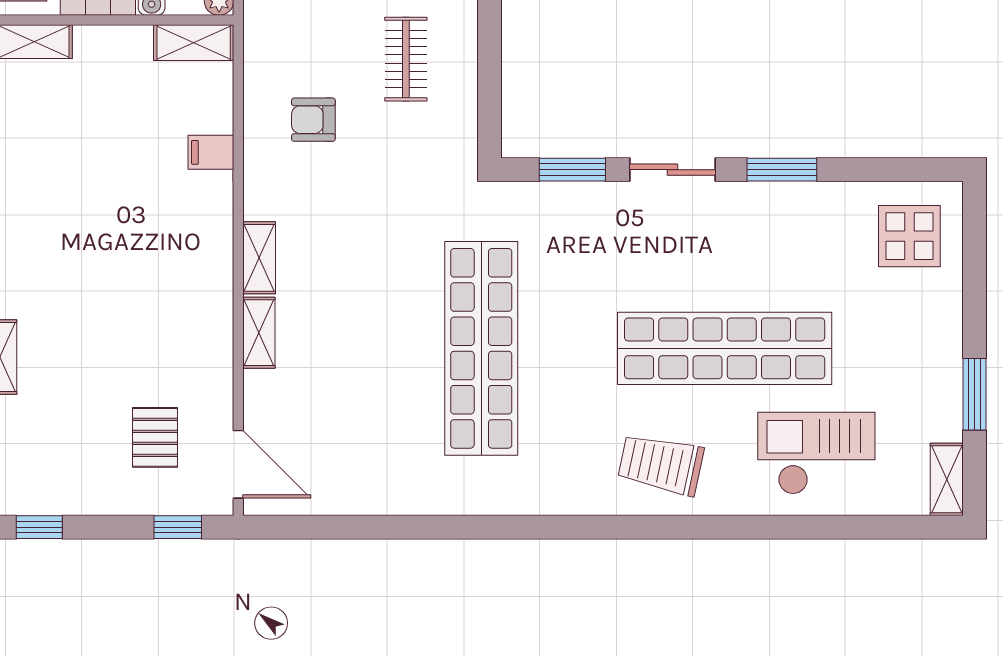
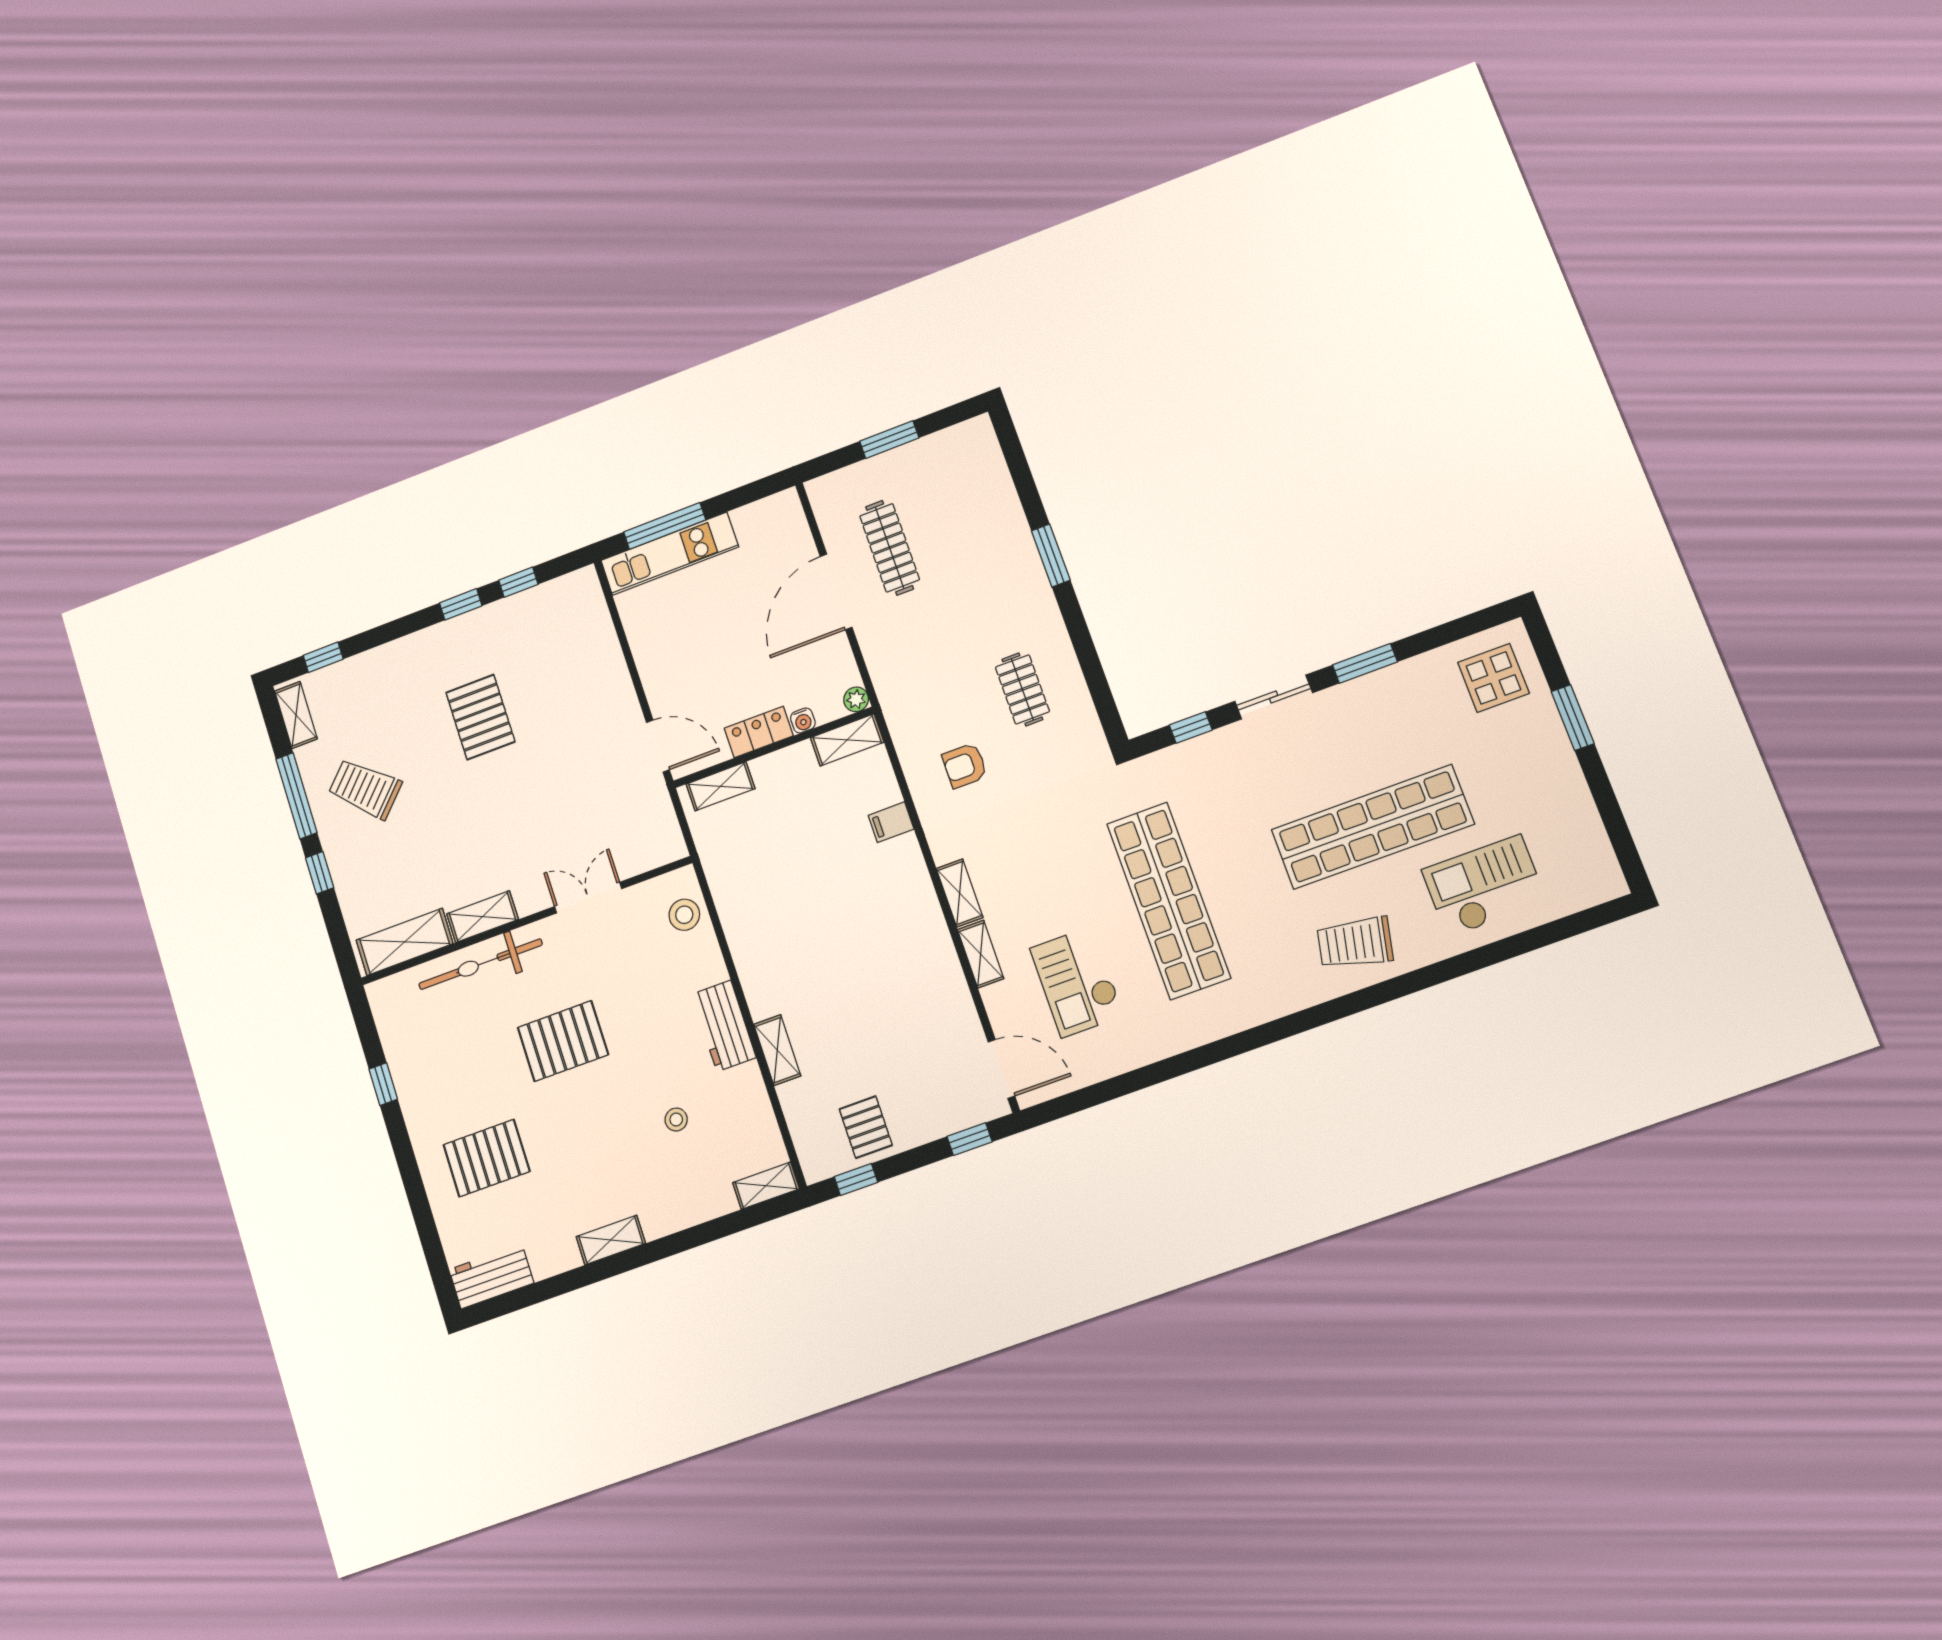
window: (572, 170) -> (1191, 728), width x0.67
window: (974, 394) -> (1573, 718), moved
checkout: (352, 400) -> (1077, 982), added
pallet: (155, 437) -> (866, 1127), moved
shelving: (947, 479) -> (1605, 868), removed

